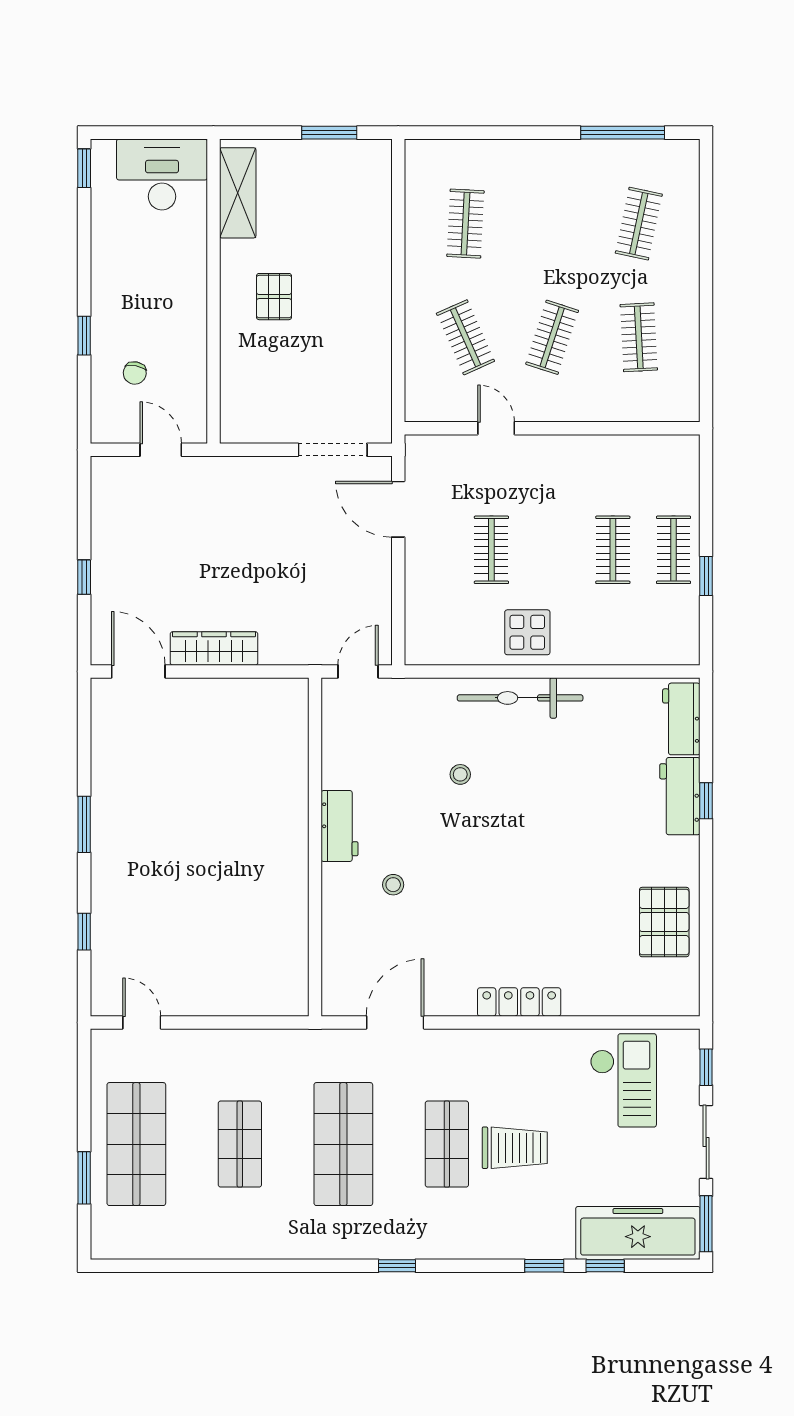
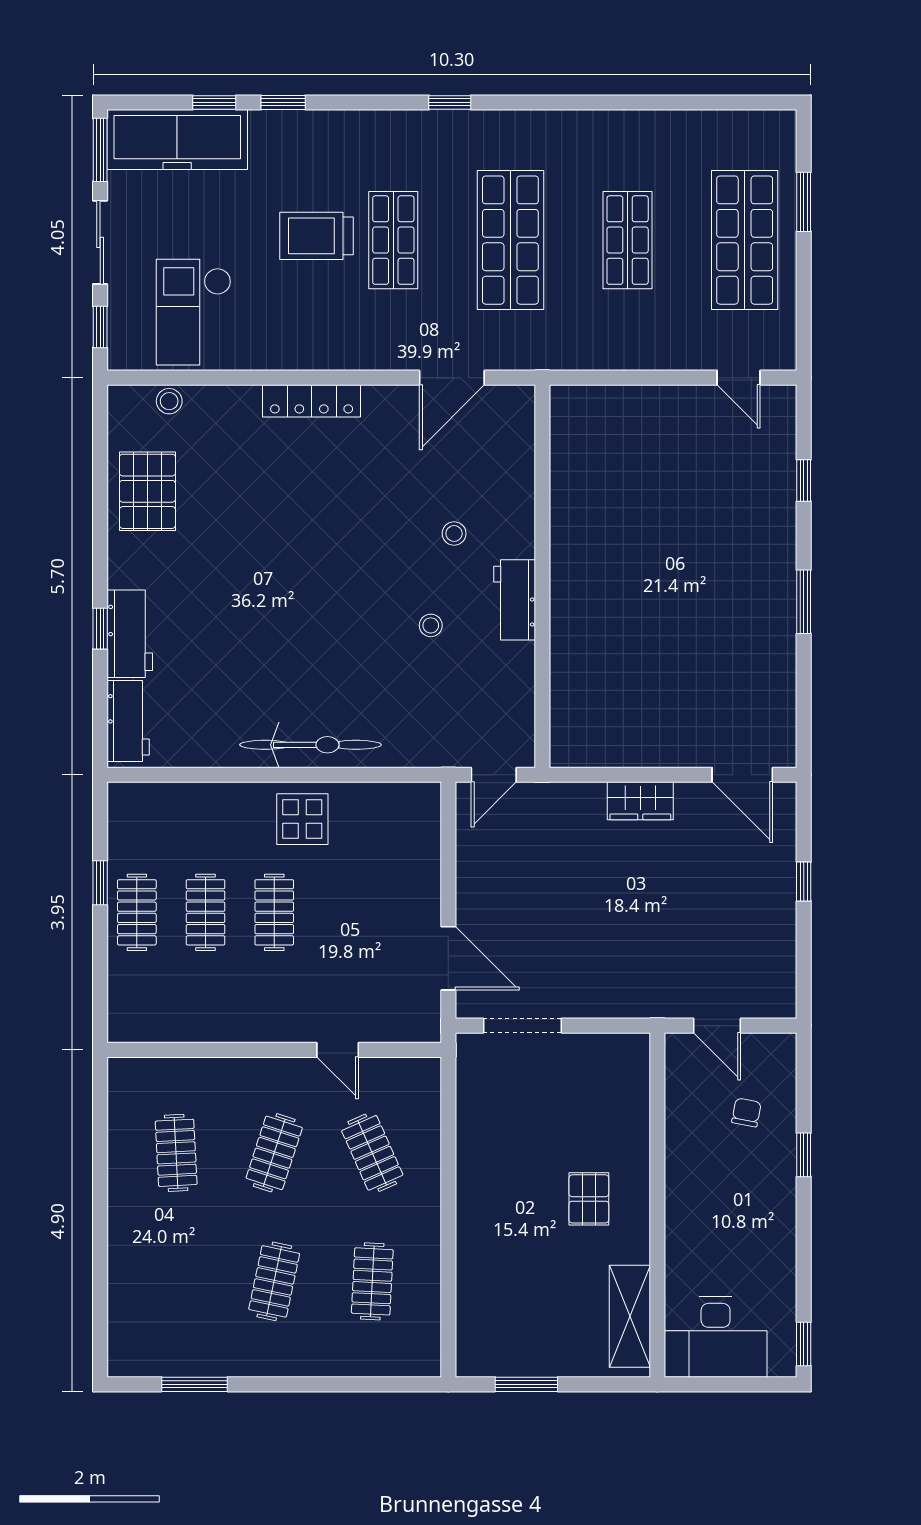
window: (623, 133) -> (194, 1384), width x0.69
clothes rail: (639, 224) -> (274, 1281), moved
clothes rail: (491, 550) -> (274, 912), moved
wardrobe: (214, 648) -> (640, 801), width x0.67
stool: (460, 774) -> (431, 625), moved
stool: (645, 1002) -> (169, 401), added

